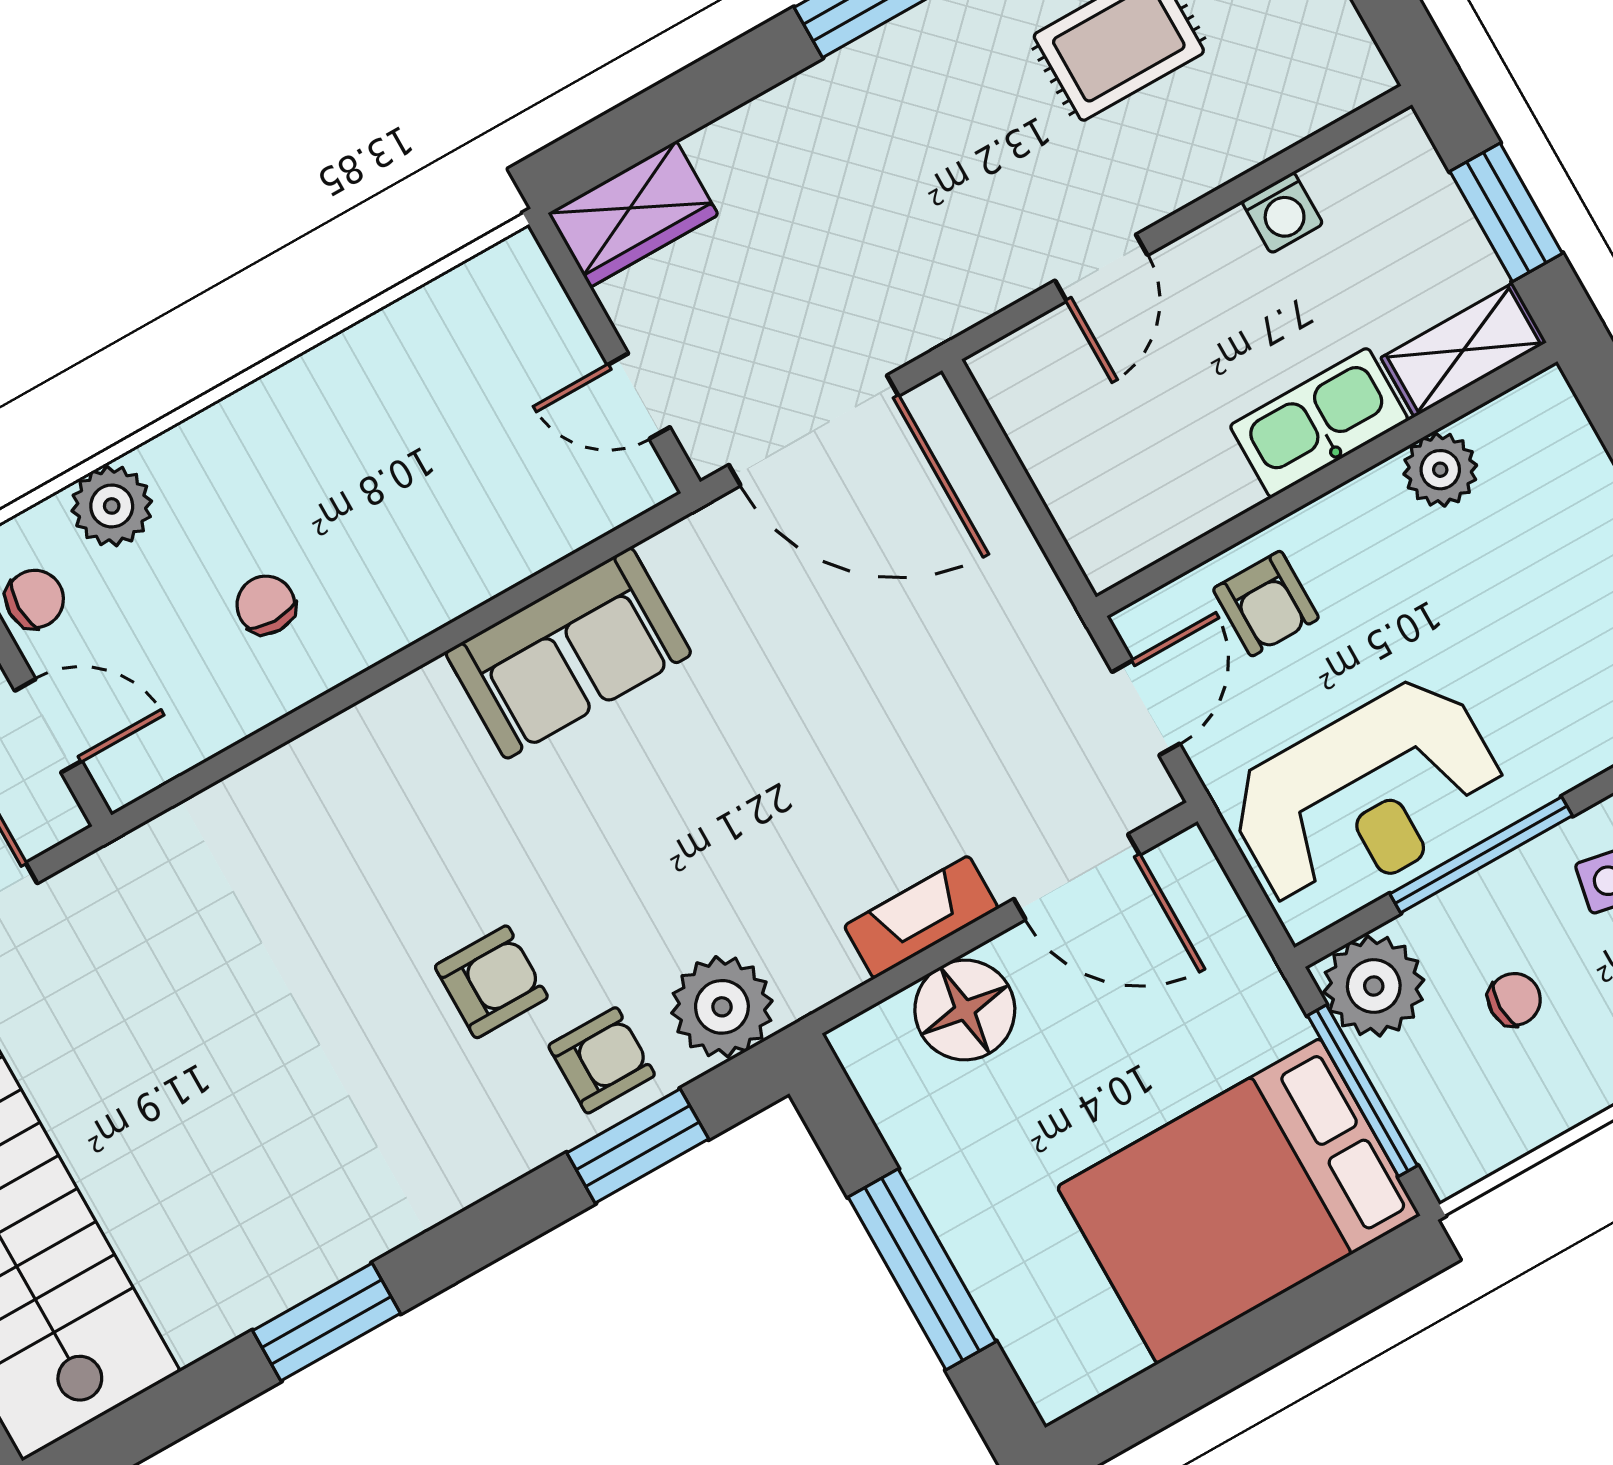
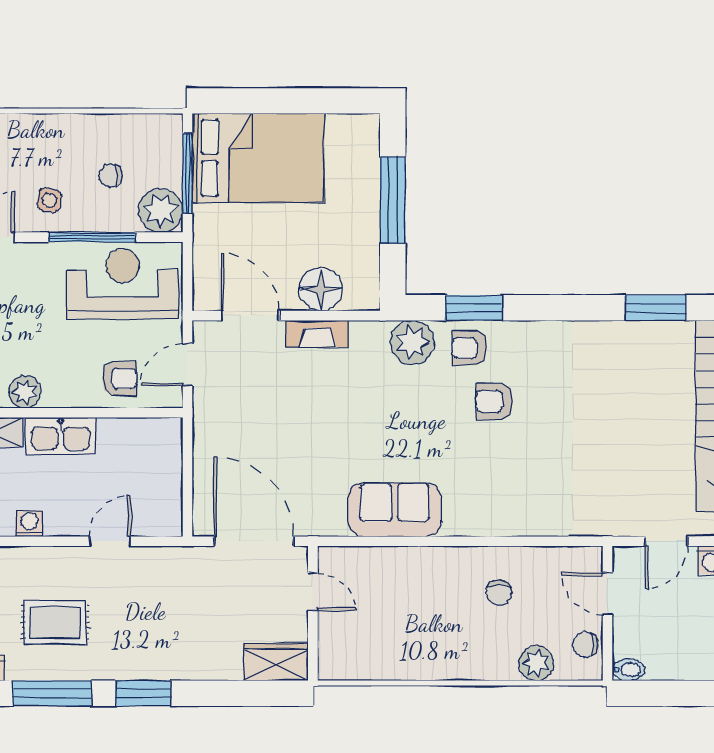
armchair: (1266, 604) -> (120, 379), turned 90
window: (327, 1322) -> (655, 308), moved

